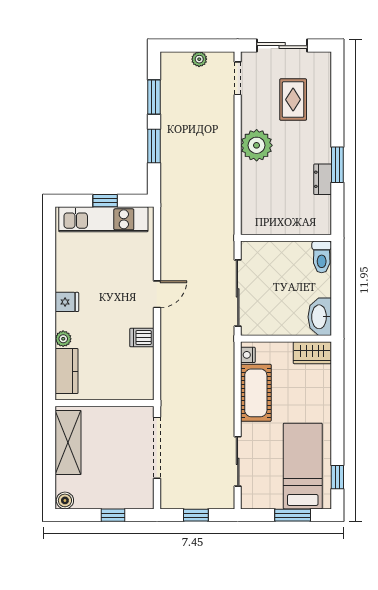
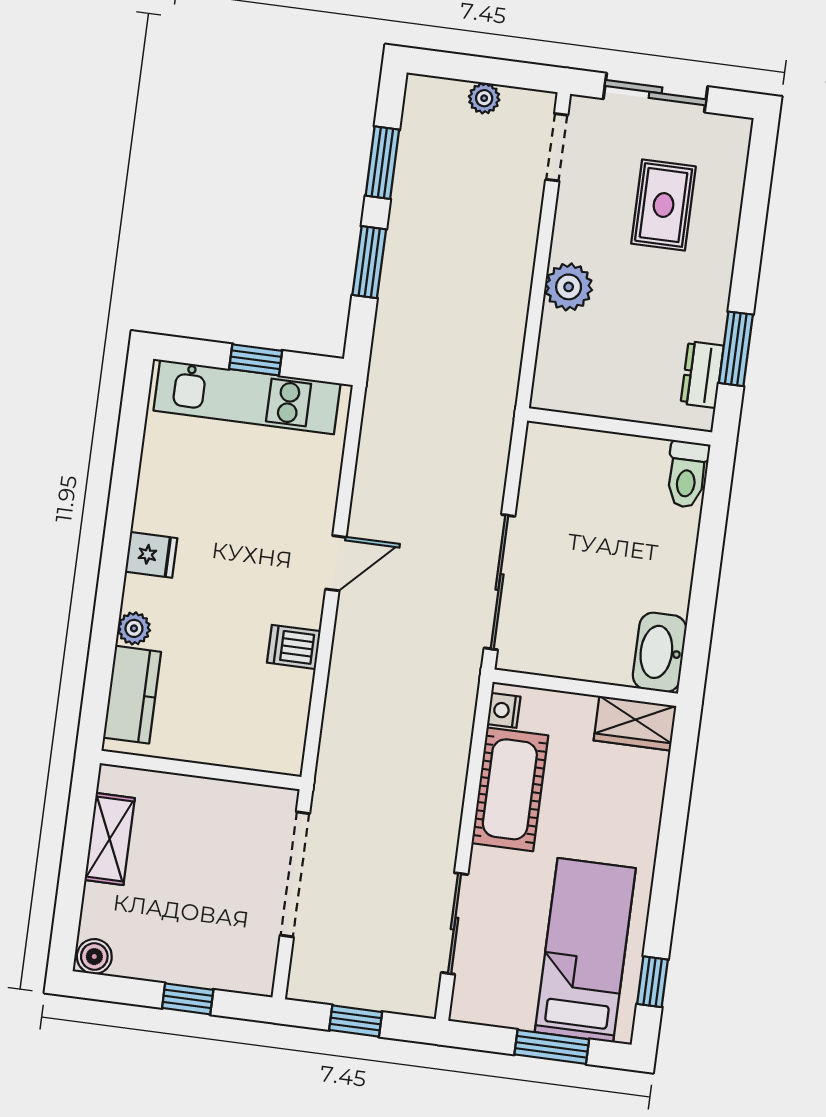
plant: (257, 145) -> (569, 287), width x0.73, depth x0.73
wall: (286, 238) -> (620, 426), moved
toilet: (322, 257) -> (687, 474), moved
shelving: (68, 442) -> (110, 839), width x0.67, depth x0.75

